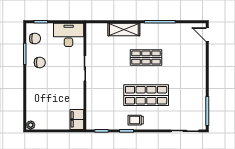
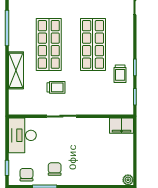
shop shelf: (146, 57) -> (49, 44), width x1.43, depth x1.36
trolley: (109, 64) -> (56, 87), added
trolley: (136, 120) -> (120, 74), moved

